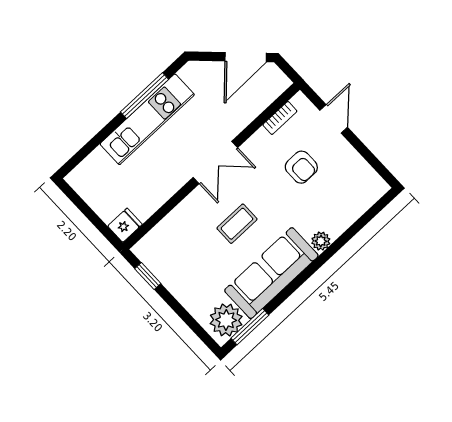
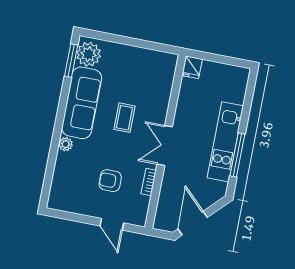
bookcase: (280, 118) -> (149, 182), moved
window: (148, 276) -> (156, 46), removed

